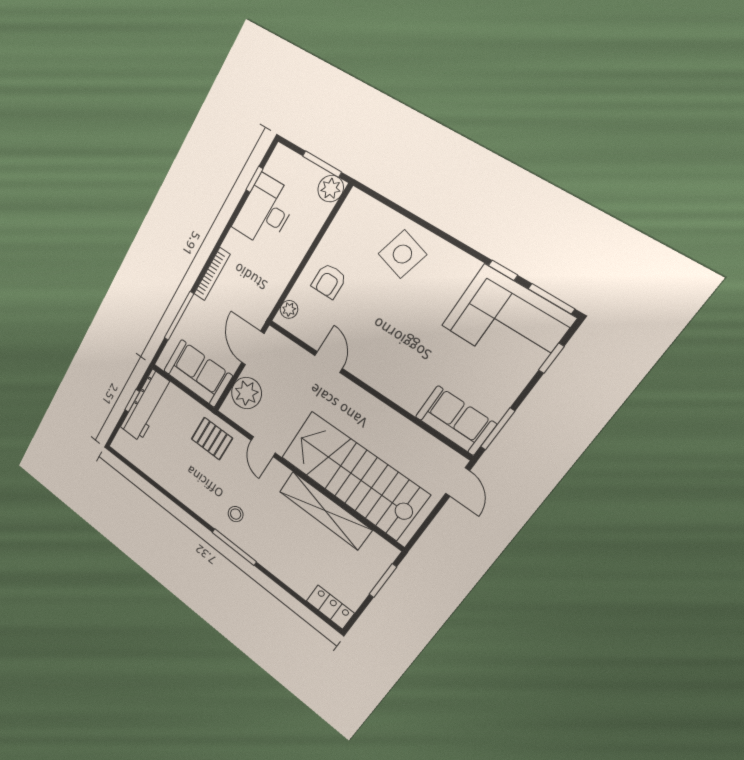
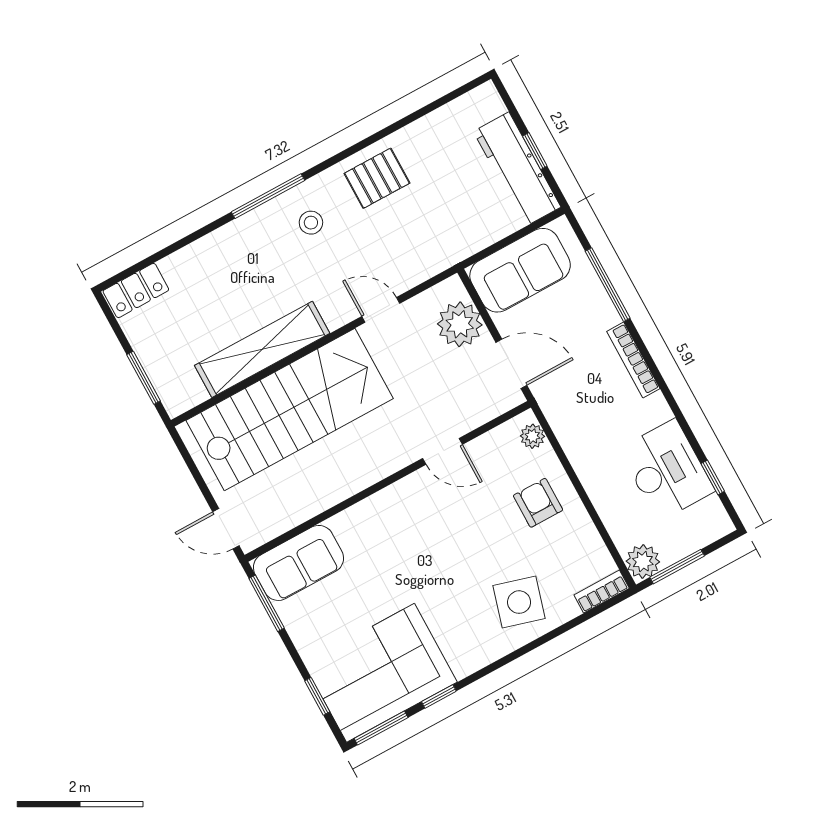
bookcase: (365, 203) -> (602, 592), added
pallet: (212, 439) -> (377, 178), moved

